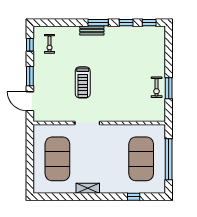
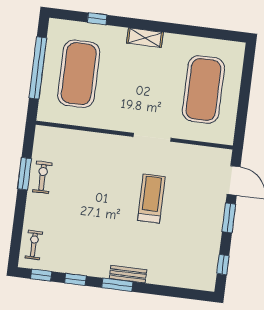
exercise bike: (50, 44) -> (34, 245), moved
shelving: (88, 188) -> (145, 38), moved

